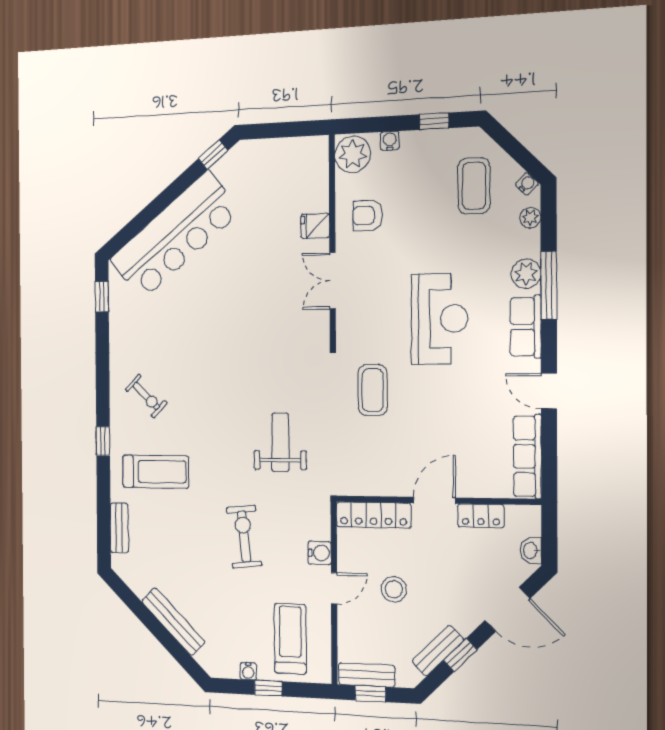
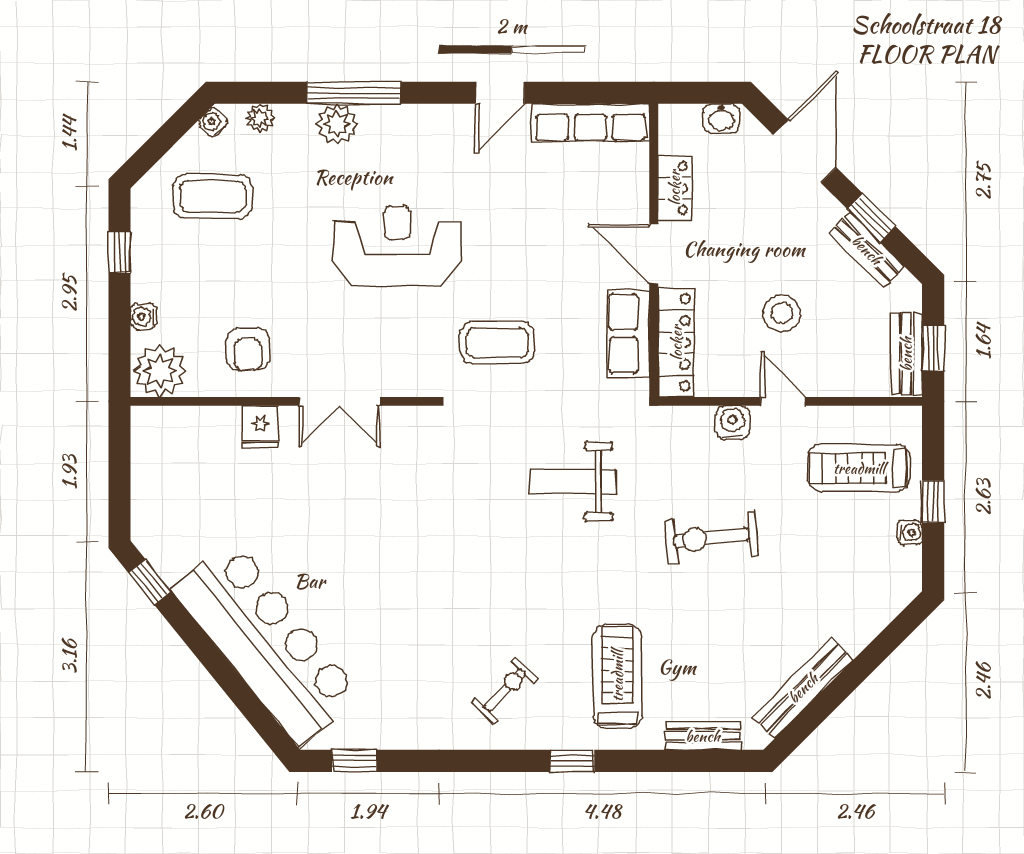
row of seats: (526, 327) -> (628, 334), moved, turned 90
bench: (173, 622) -> (803, 688), moved

